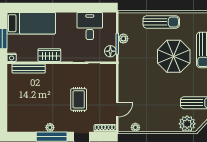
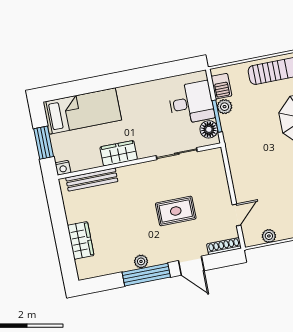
barbecue: (124, 25) -> (221, 86), added
desk: (90, 26) -> (191, 103), moved, turned 90
rug: (79, 99) -> (176, 211), turned 90
wardrobe: (14, 106) -> (81, 240), added

